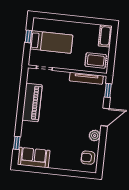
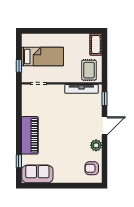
window: (28, 36) -> (19, 66), moved
rug: (96, 60) -> (89, 70), turned 90
piano: (32, 102) -> (30, 135), moved

